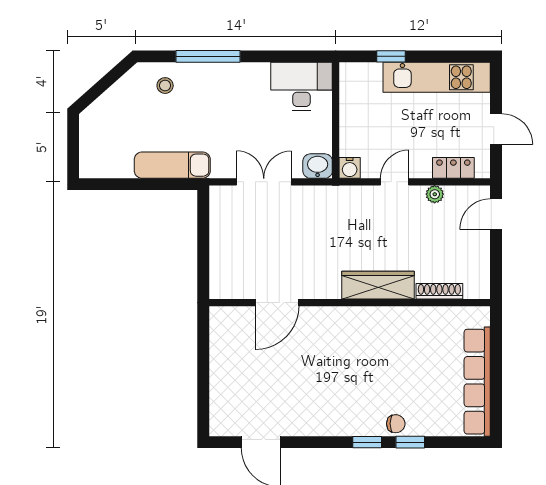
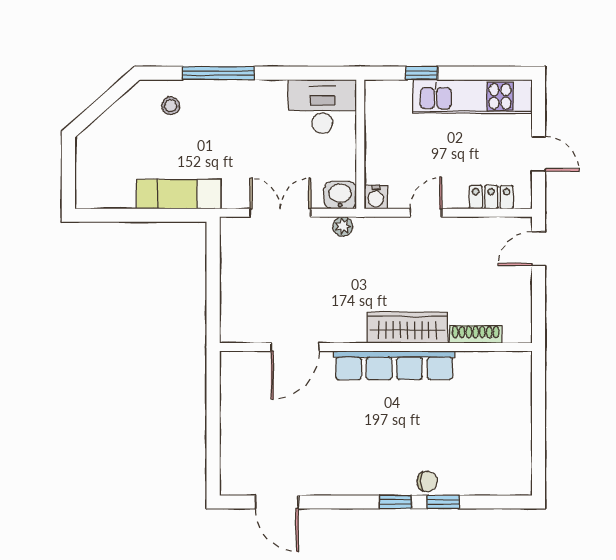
plant: (435, 194) -> (343, 226), moved
row of seats: (477, 382) -> (394, 365), moved, turned -90

